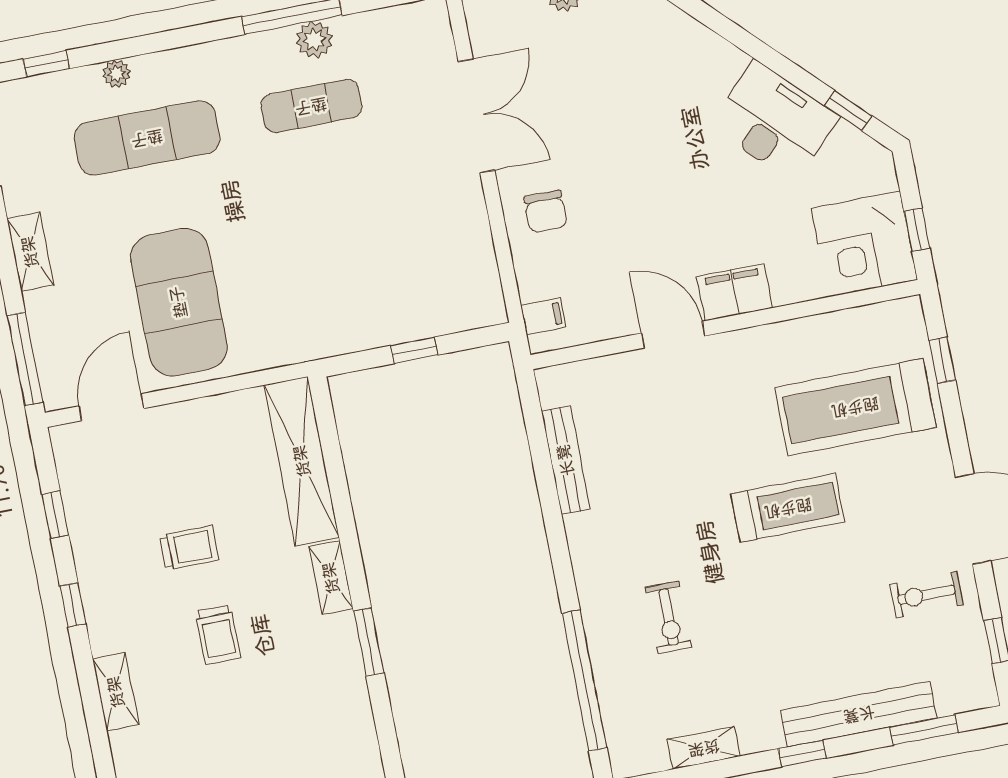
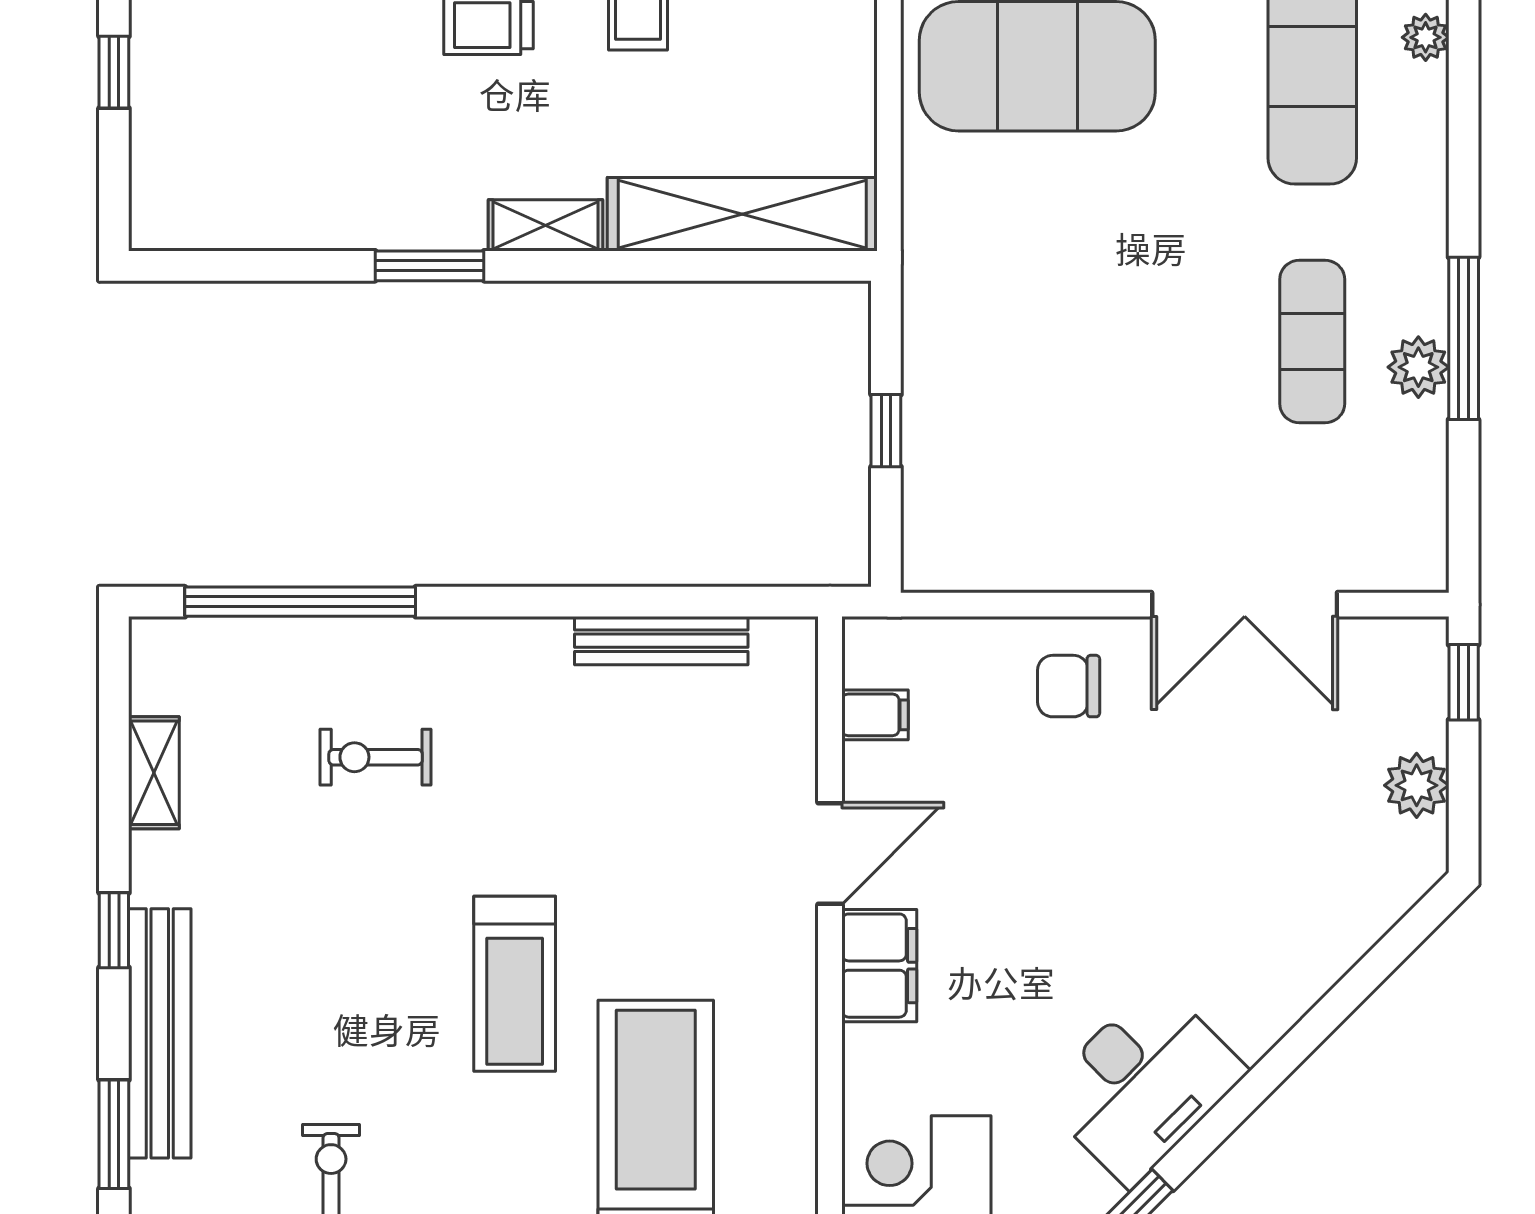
filing cabinet: (543, 316) -> (875, 715), moved, turned -90

